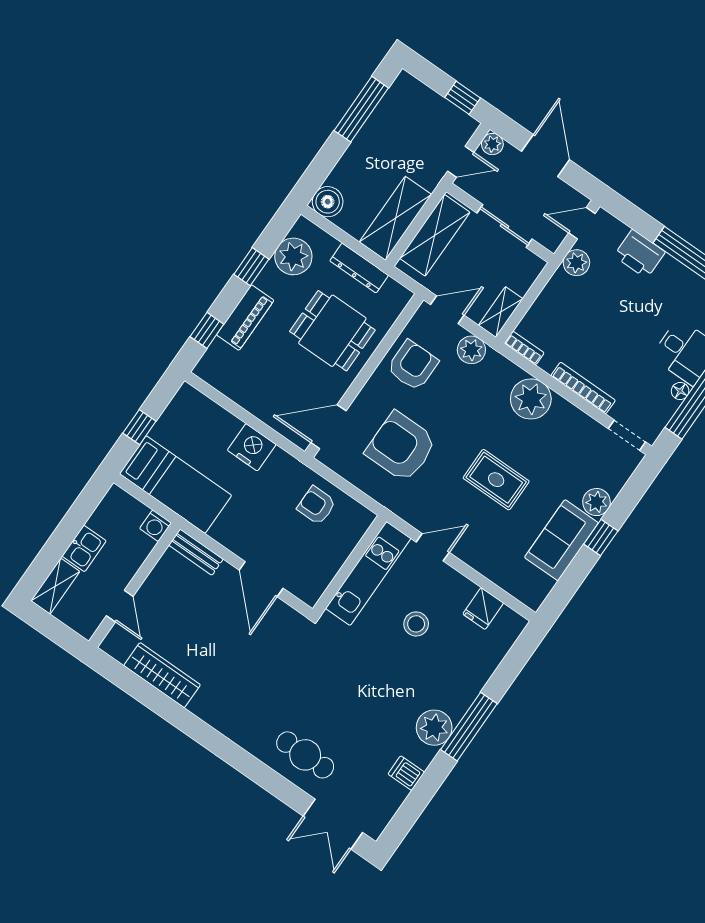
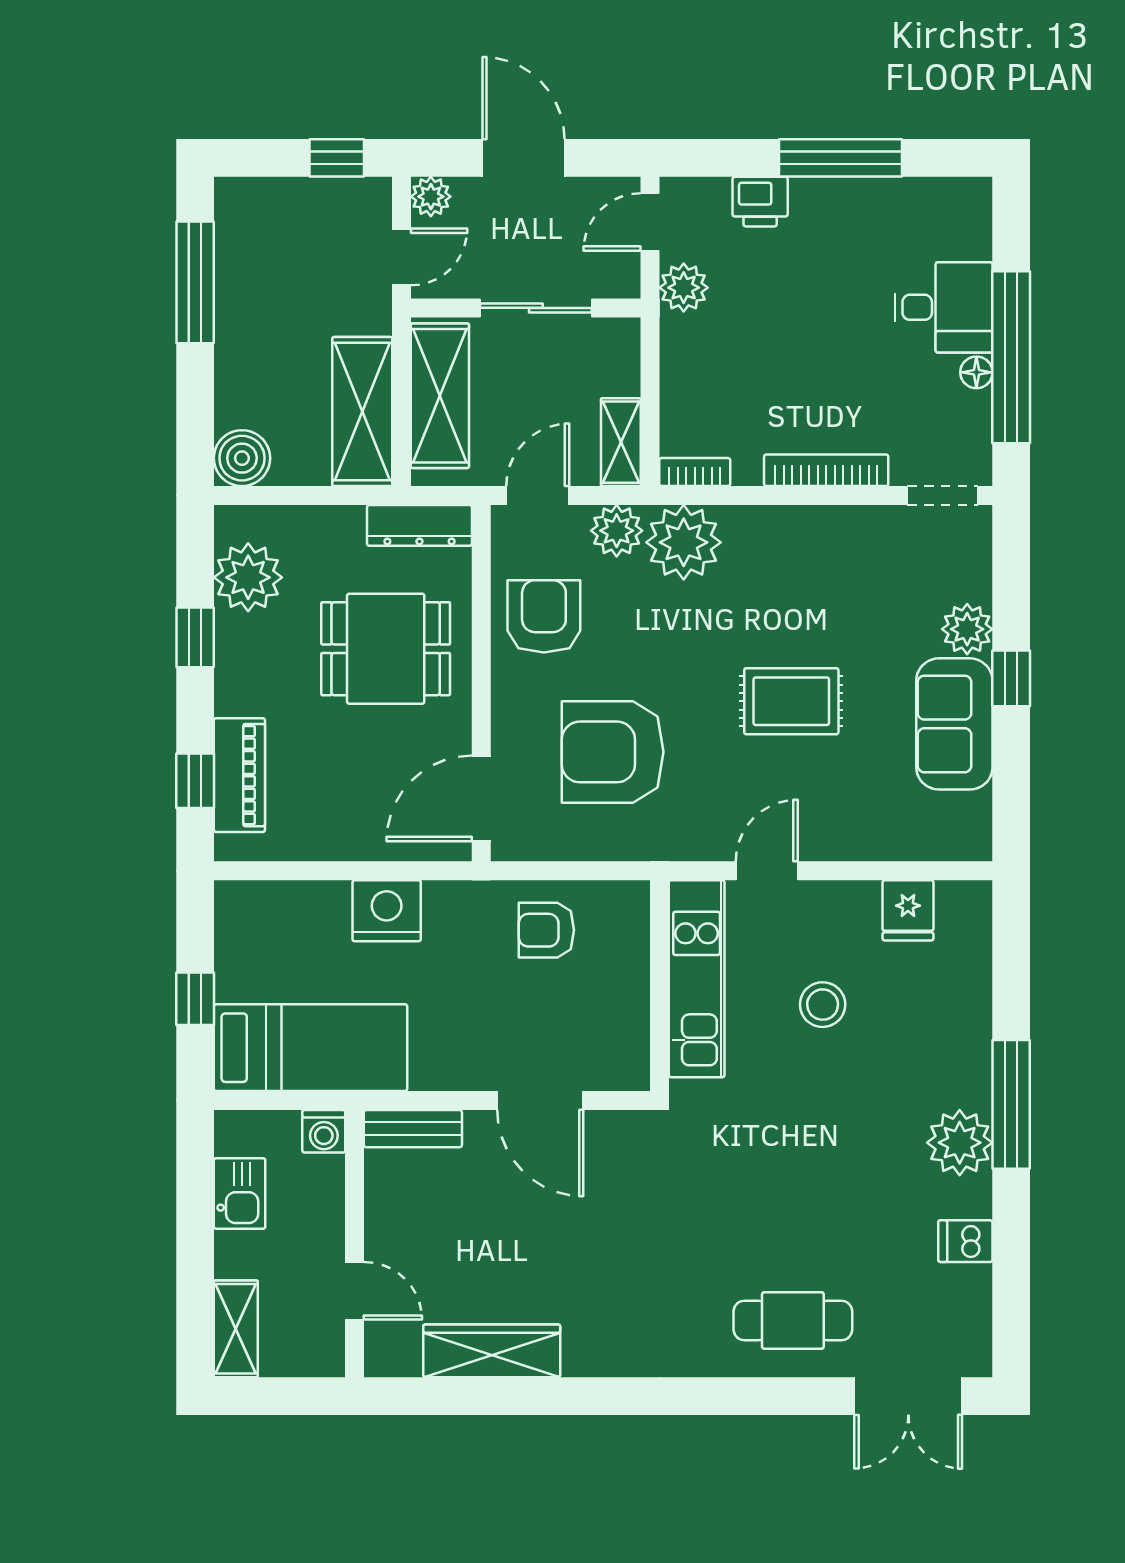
printer: (640, 254) -> (760, 202), width x0.73, depth x0.81
dresser: (359, 268) -> (419, 525), moved
piano: (245, 318) -> (239, 775), moved
plant: (531, 399) -> (684, 542), moved
kitchen sink: (84, 548) -> (240, 1193), moved

